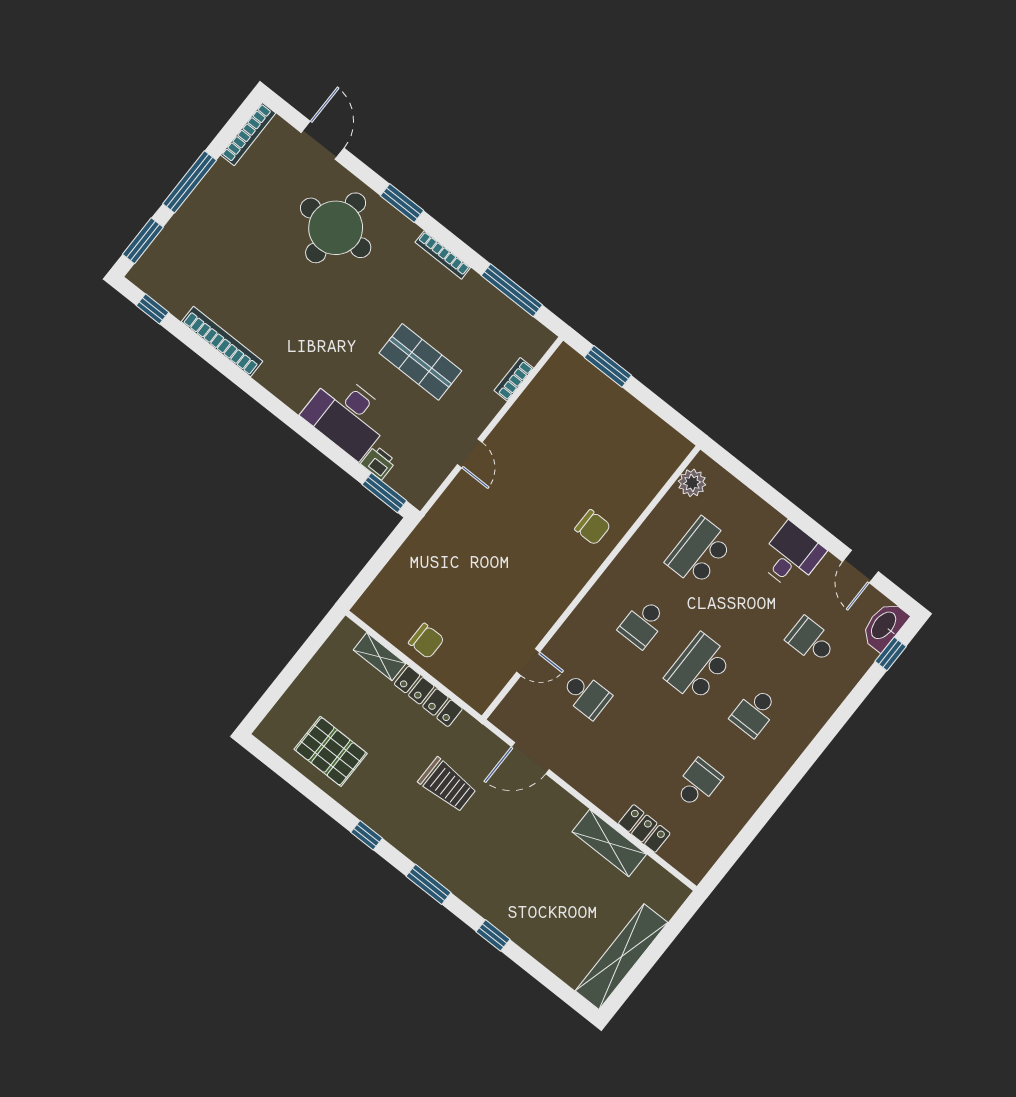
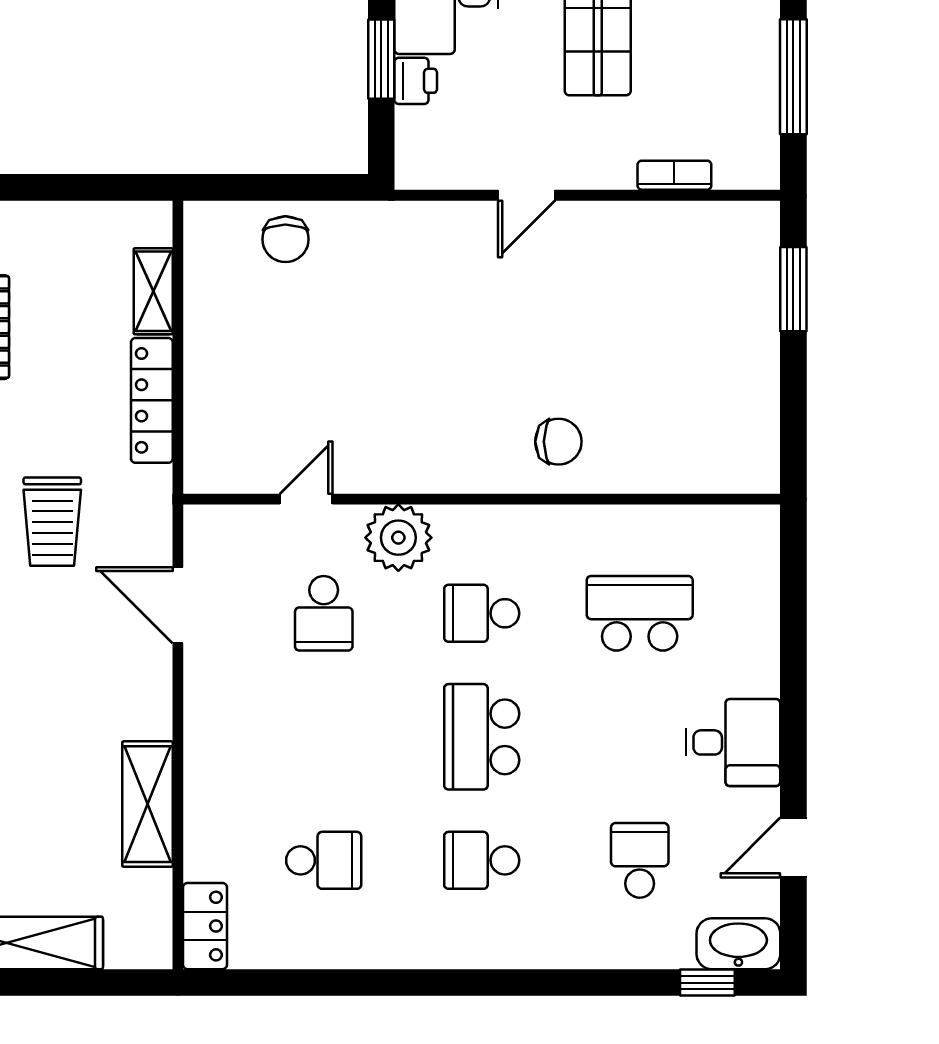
plant: (692, 483) -> (398, 538), moved, width x1.36, depth x1.36
window: (384, 493) -> (381, 59), moved
chair: (593, 527) -> (558, 442), turned -90
chair: (426, 641) -> (285, 239), moved
door: (528, 662) -> (306, 499), swing flipped
school desk: (699, 668) -> (482, 737), turned -90
locker: (644, 828) -> (205, 926), moved

